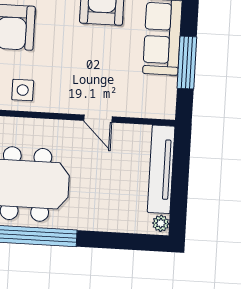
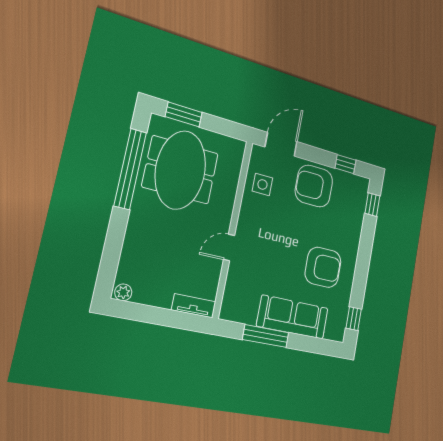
tv unit: (161, 169) -> (194, 306), width x0.52, depth x0.78

